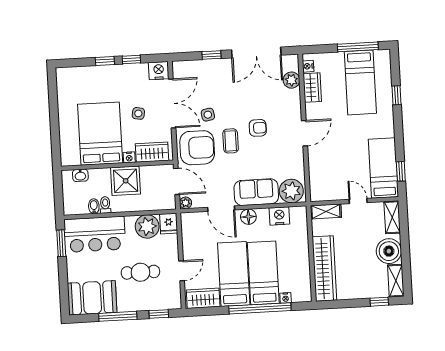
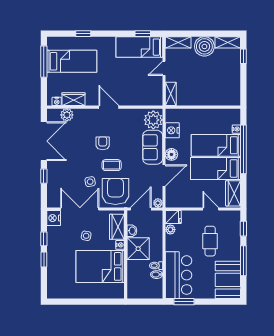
washbasin: (80, 175) -> (132, 231), moved
plant: (147, 226) -> (170, 230), width x0.53, depth x0.53
wardrobe: (324, 268) -> (215, 97), removed

